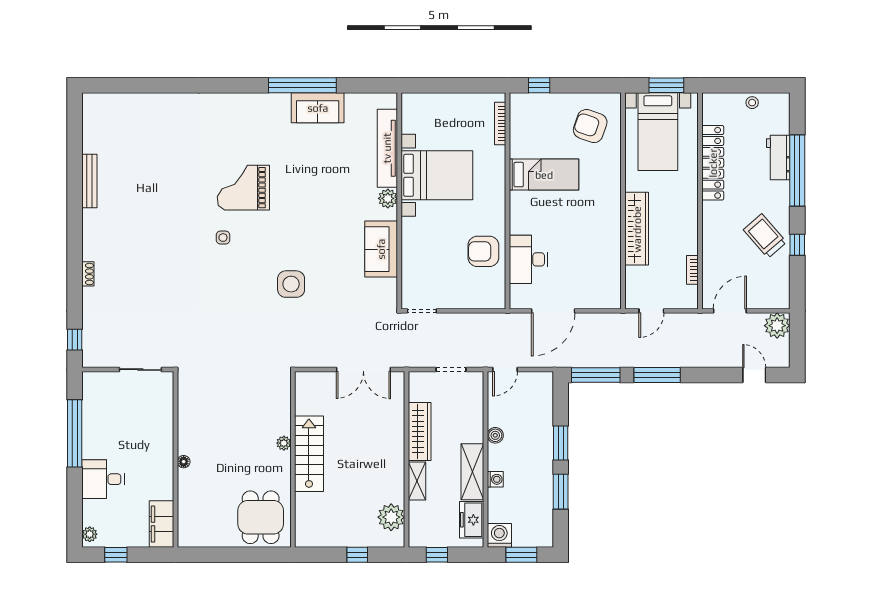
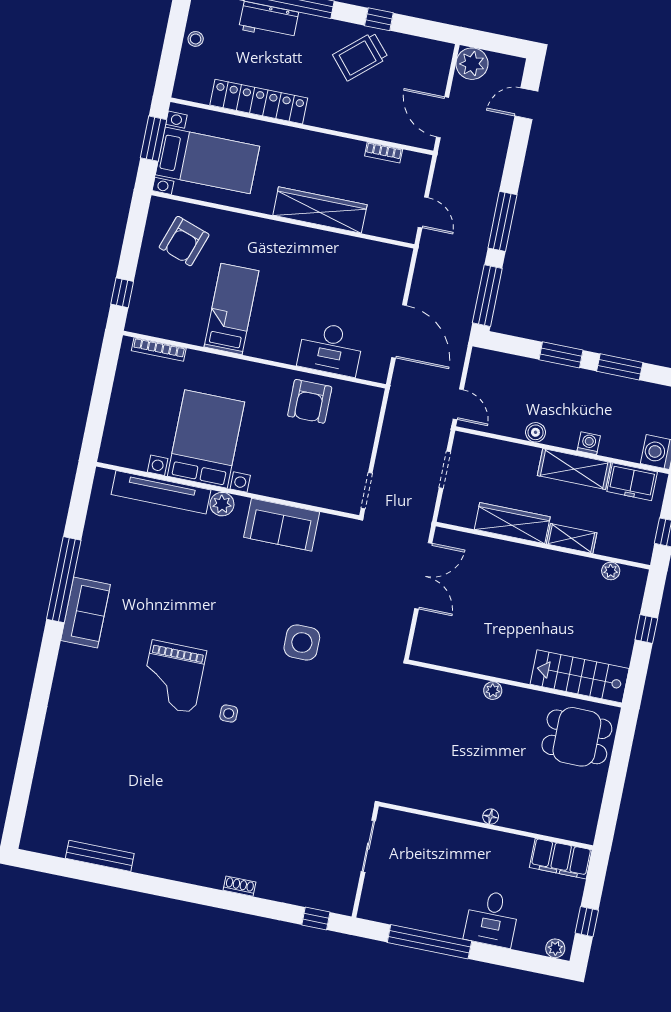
sofa: (318, 108) -> (85, 612), moved
bench: (89, 181) -> (100, 856), moved
stairs: (309, 454) -> (580, 676), moved
plant: (391, 517) -> (611, 571), width x0.53, depth x0.53

